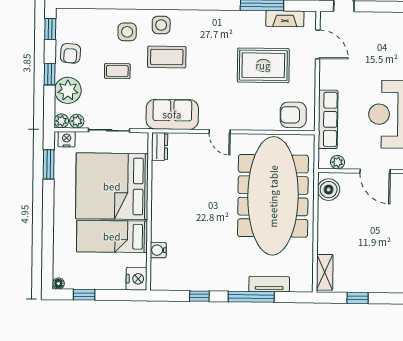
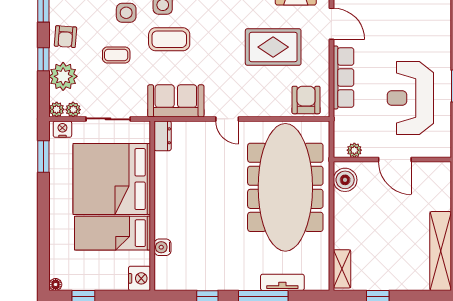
armchair: (293, 115) -> (306, 100), turned 90
row of seats: (328, 119) -> (343, 77), moved

